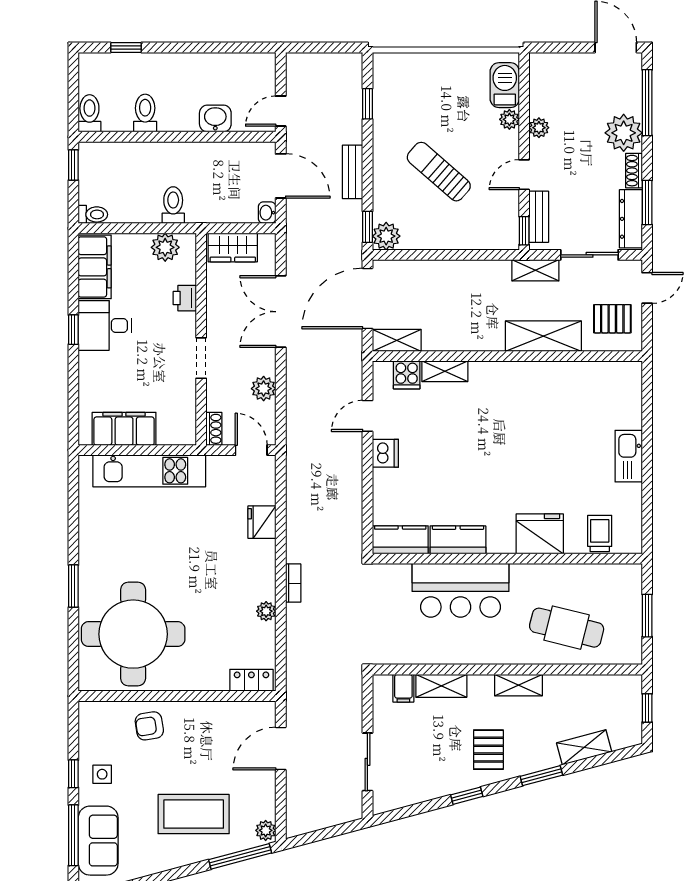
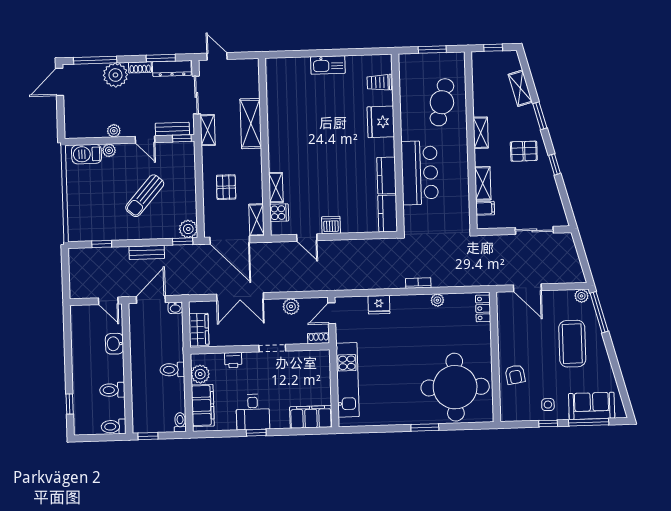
filing cabinet: (95, 267) -> (203, 406), moved, turned 90
pallet: (612, 319) -> (226, 187), moved
filing cabinet: (124, 429) -> (311, 417), moved, turned 90

